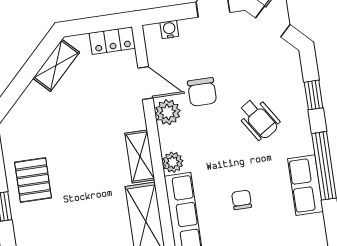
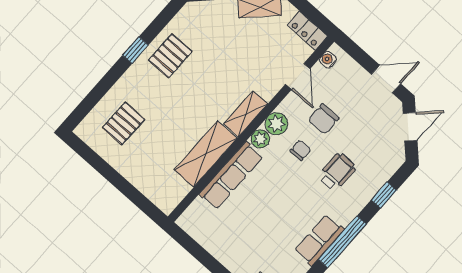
water cooler: (169, 29) -> (328, 60), moved, turned -90
plant: (168, 112) -> (276, 124), moved
wheelchair: (259, 119) -> (337, 172), turned -147
chair: (242, 200) -> (301, 150), moved

